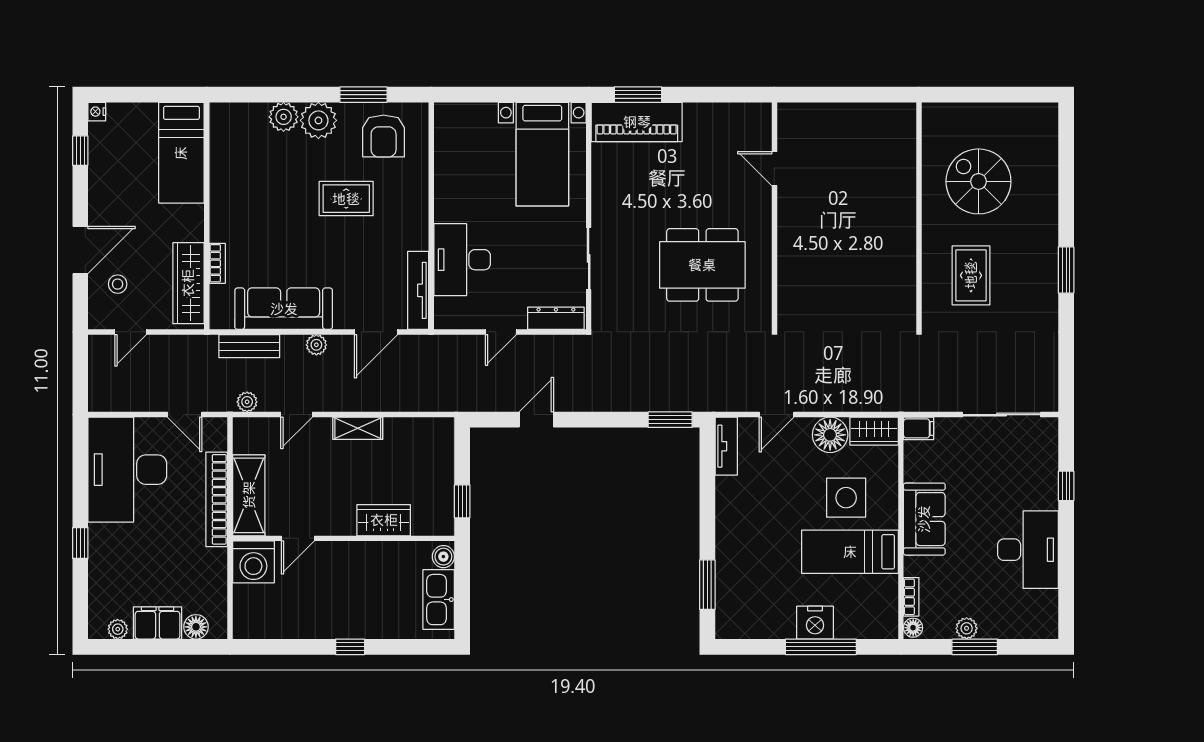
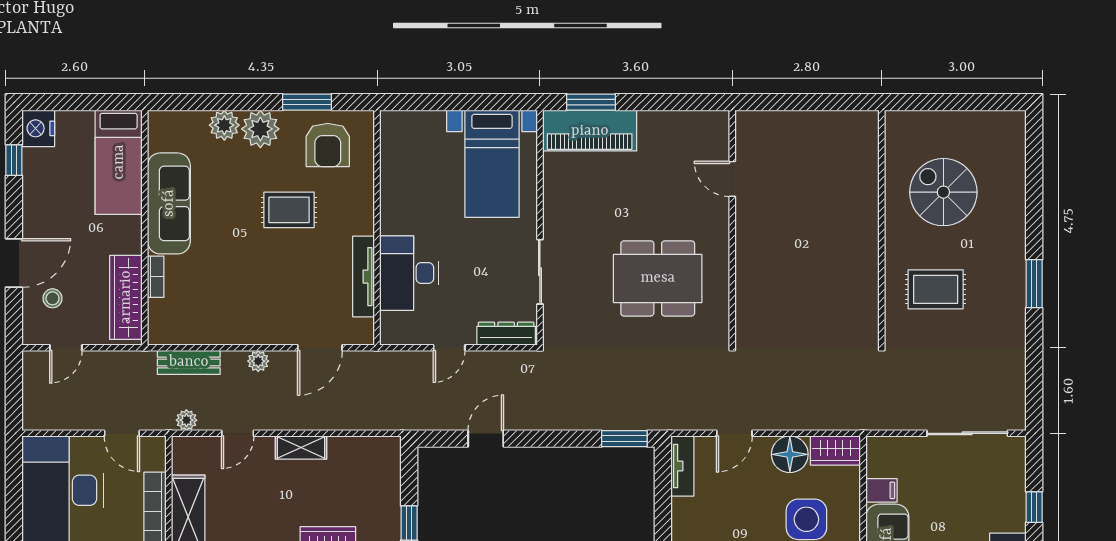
nightstand: (97, 112) -> (38, 128), width x1.89, depth x1.79
rug: (971, 275) -> (936, 289), turned 90
tv unit: (418, 290) -> (363, 277), moved
sofa: (284, 309) -> (169, 203), moved, turned 90
filing cabinet: (919, 428) -> (881, 490), moved

